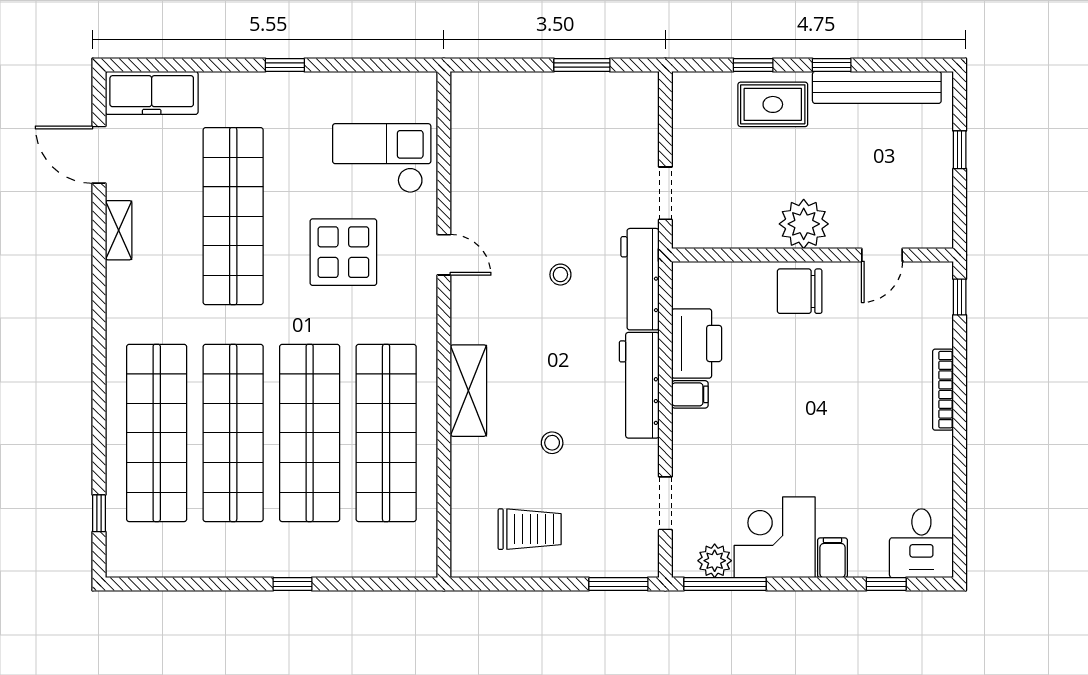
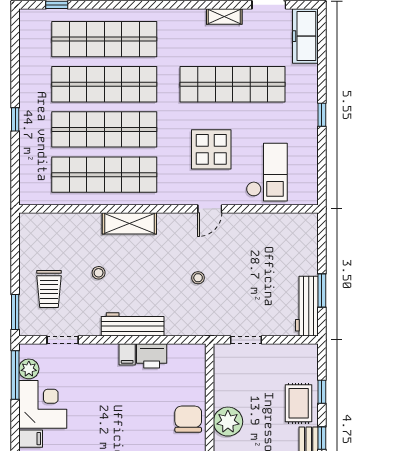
workbench: (640, 279) -> (307, 306), moved, turned -90
printer: (697, 343) -> (152, 356), width x0.73, depth x0.84
trolley: (530, 529) -> (49, 289), moved

